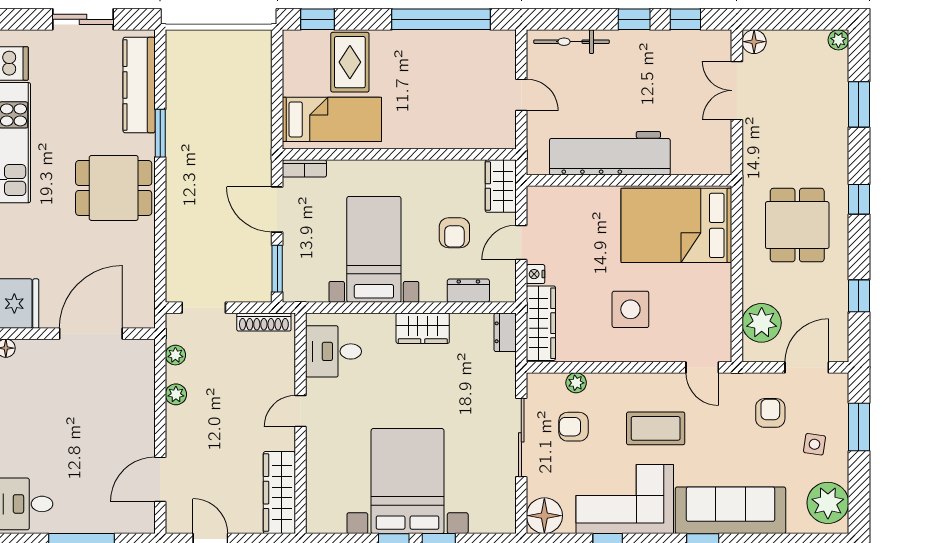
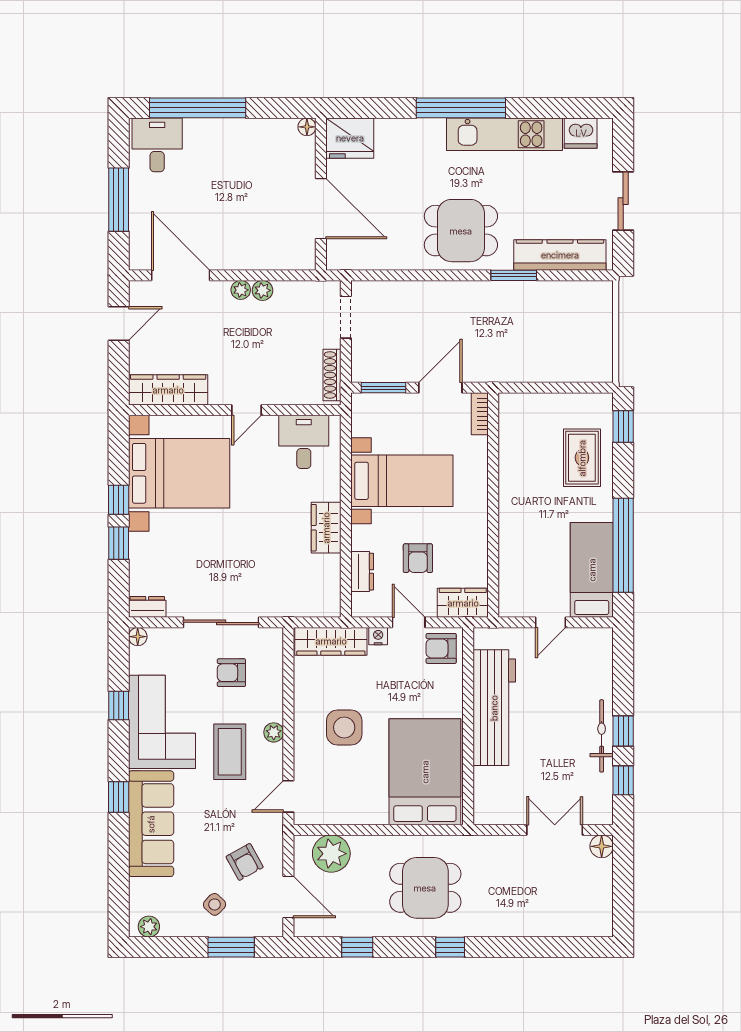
plant: (838, 40) -> (603, 927), removed
bicycle: (572, 42) -> (602, 736), moved
rug: (350, 62) -> (582, 458), turned 90
window: (859, 104) -> (541, 947), removed
bed: (332, 119) -> (592, 570), moved, turned 180
dining table: (114, 188) -> (461, 231), turned 90
armchair: (548, 209) -> (441, 648), added
armchair: (454, 233) -> (418, 558), turned -90
dresser: (505, 332) -> (147, 607), moved
plant: (175, 355) -> (241, 290), moved
plant: (576, 383) -> (274, 732), moved
door: (300, 411) -> (246, 410), swing flipped
armchair: (770, 413) -> (245, 862), turned 61
armchair: (573, 427) -> (231, 673), turned -90
side table: (814, 444) -> (215, 904), turned 35
door: (160, 479) -> (181, 275), width x1.36
bed with nightstands: (408, 481) -> (179, 473), moved
plant: (828, 503) -> (149, 927), width x0.53, depth x0.53
floor lamp: (544, 516) -> (138, 637), width x0.53, depth x0.53

